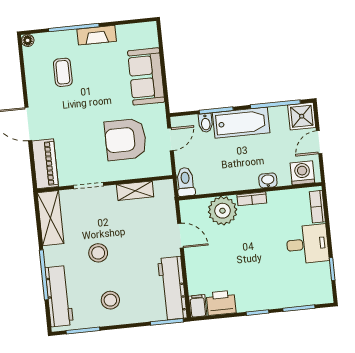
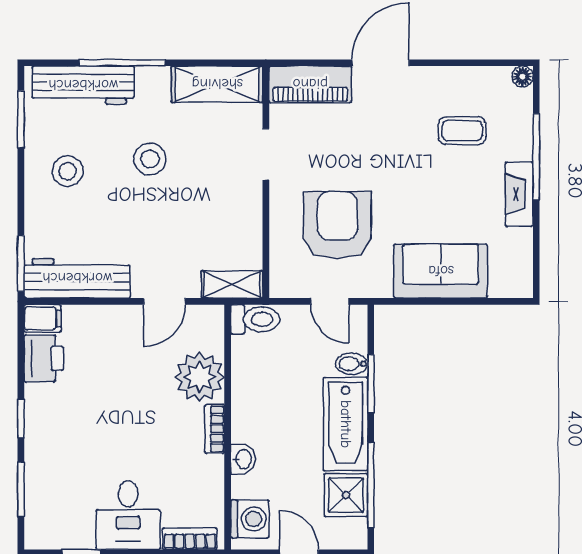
shower: (302, 116) -> (346, 495), moved
shelving: (135, 191) -> (232, 284), moved, turned 90

